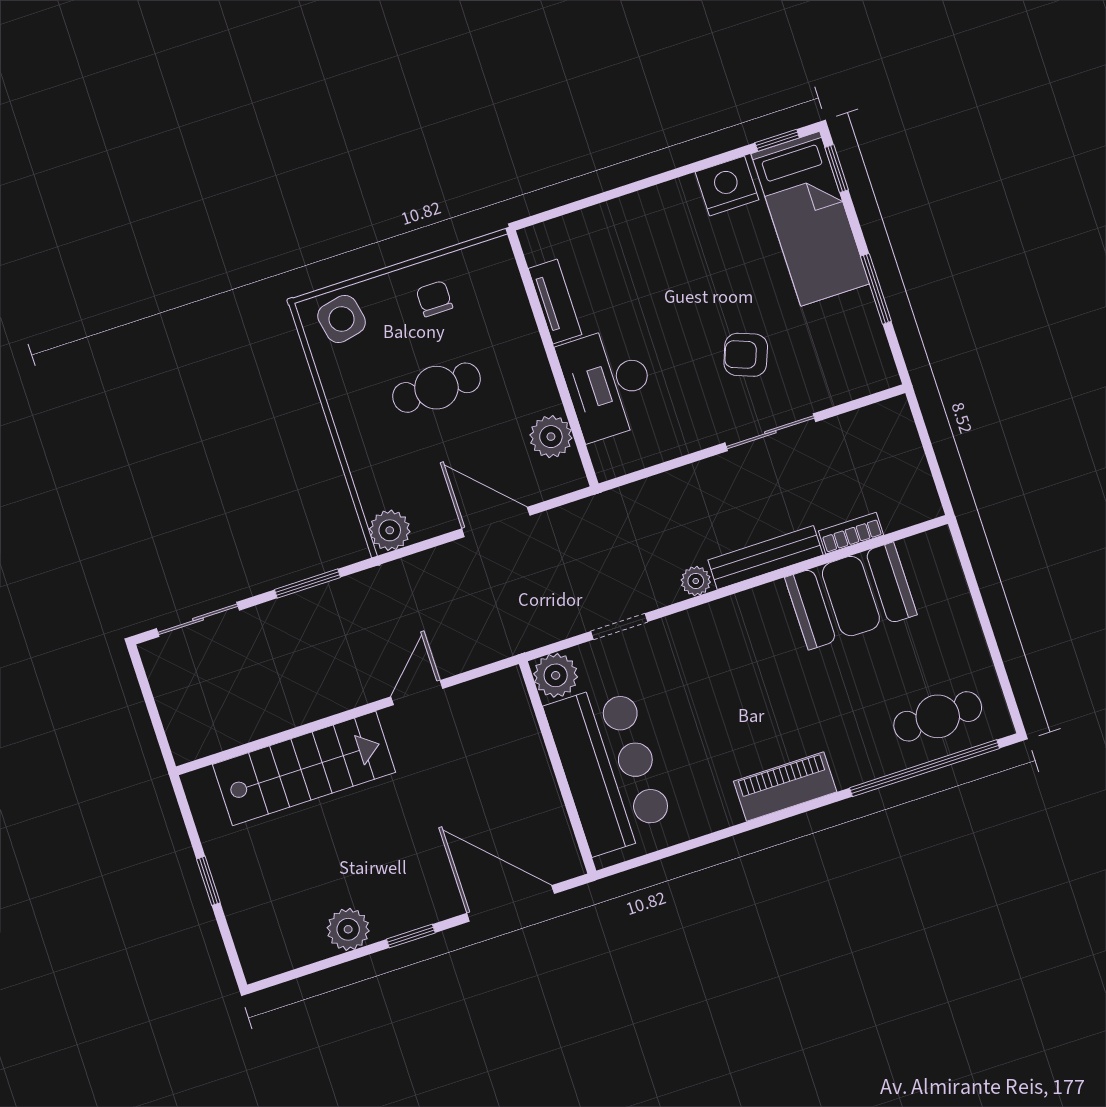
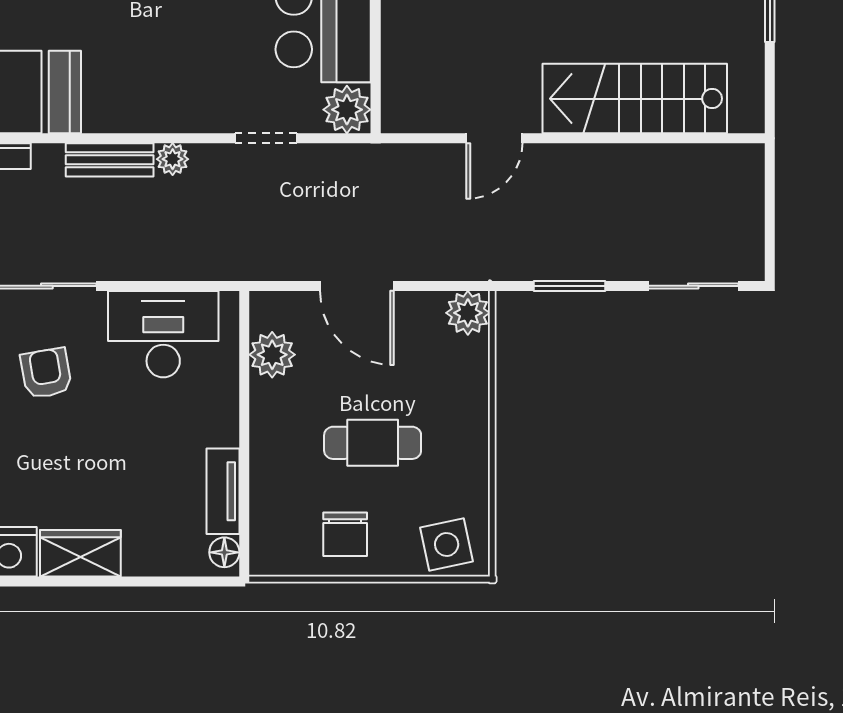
wardrobe: (663, 205) -> (80, 553), added
floor lamp: (536, 248) -> (224, 552), added
chair: (434, 299) -> (345, 534), width x1.37, depth x1.37
armchair: (746, 355) -> (46, 373), turned -121
desk: (608, 383) -> (163, 334), moved, turned -90
bench: (765, 557) -> (110, 160), width x0.73

